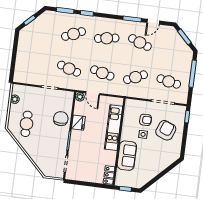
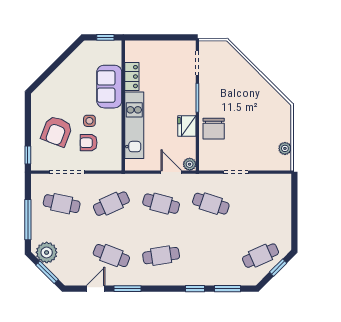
cafe table: (74, 34) -> (261, 256), moved
plant: (183, 50) -> (47, 252), added
cafe table: (26, 124) -> (263, 114), removed
locker: (109, 175) -> (132, 77), moved

